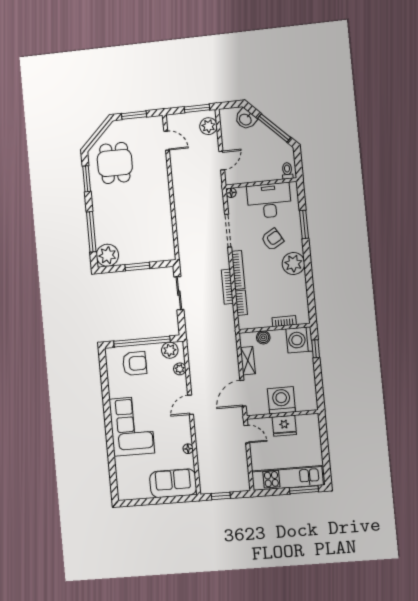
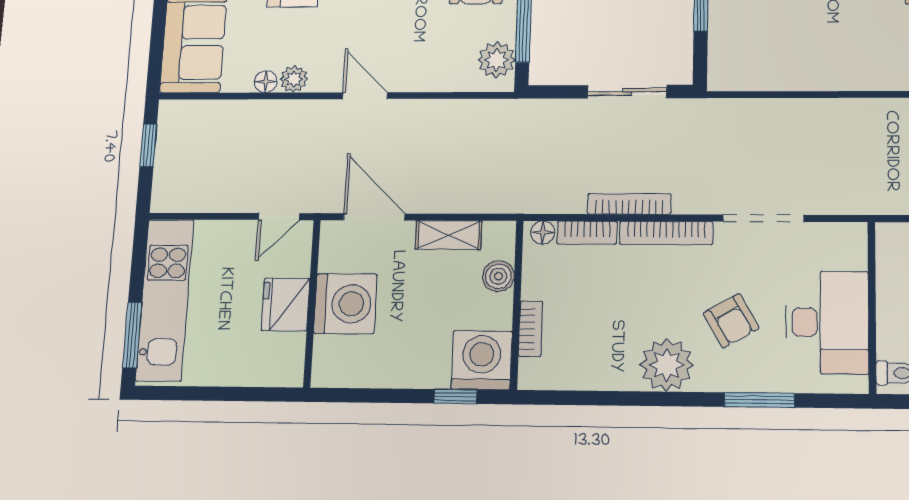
floor lamp: (231, 193) -> (543, 233), moved
plant: (180, 369) -> (294, 79), moved

